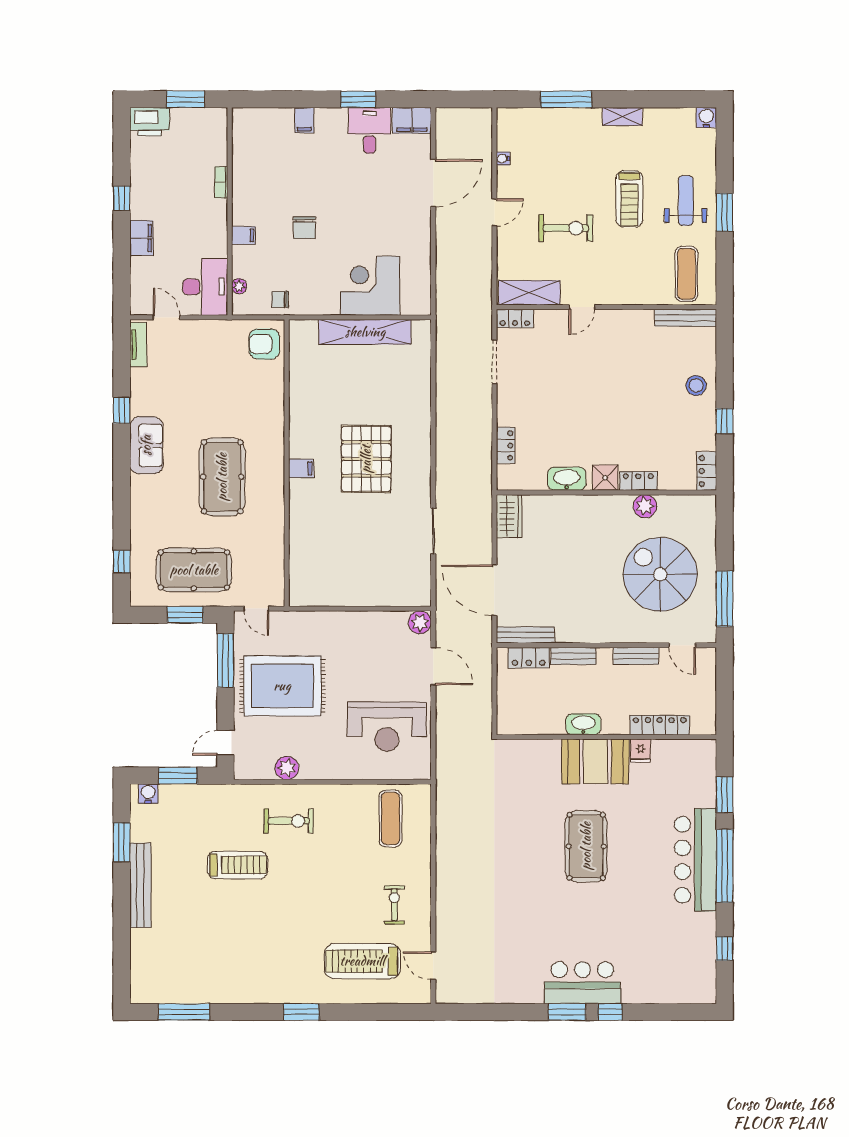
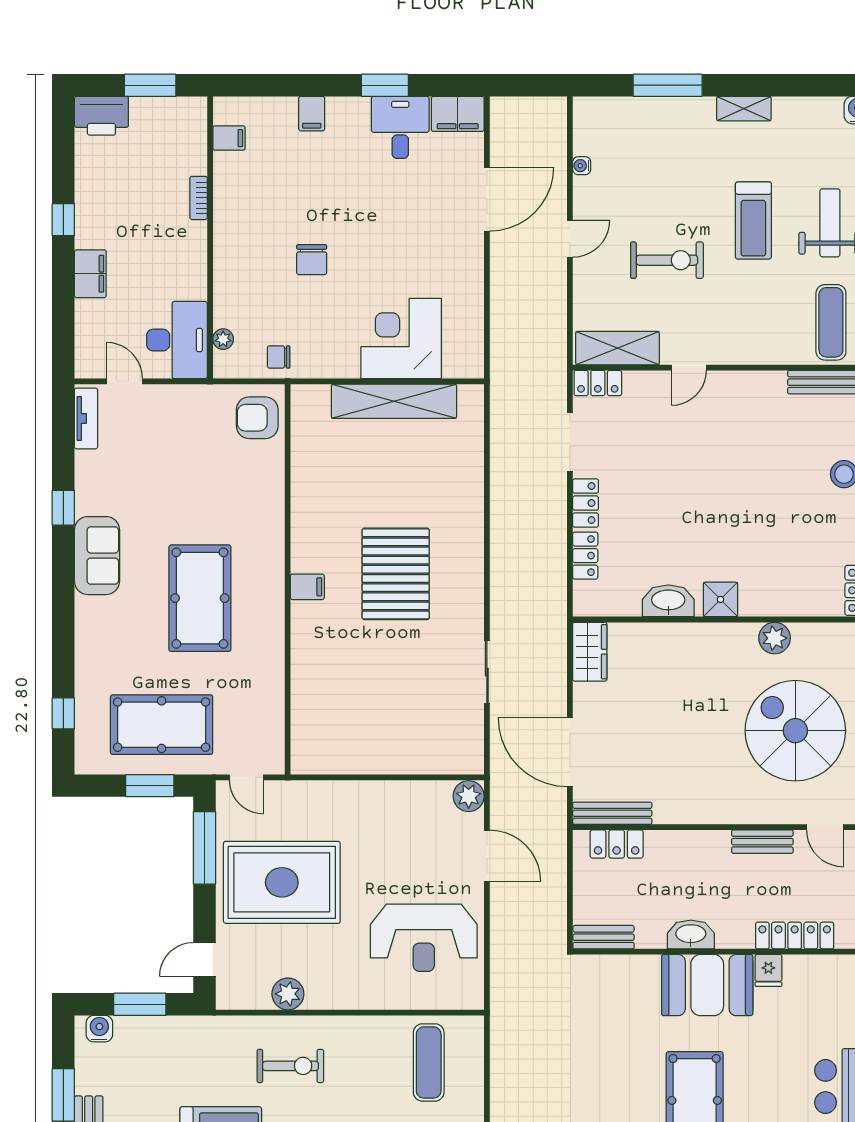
filing cabinet: (244, 235) -> (229, 138), moved
locker: (638, 481) -> (586, 503), moved, turned 90
bench: (573, 656) -> (604, 937), moved

